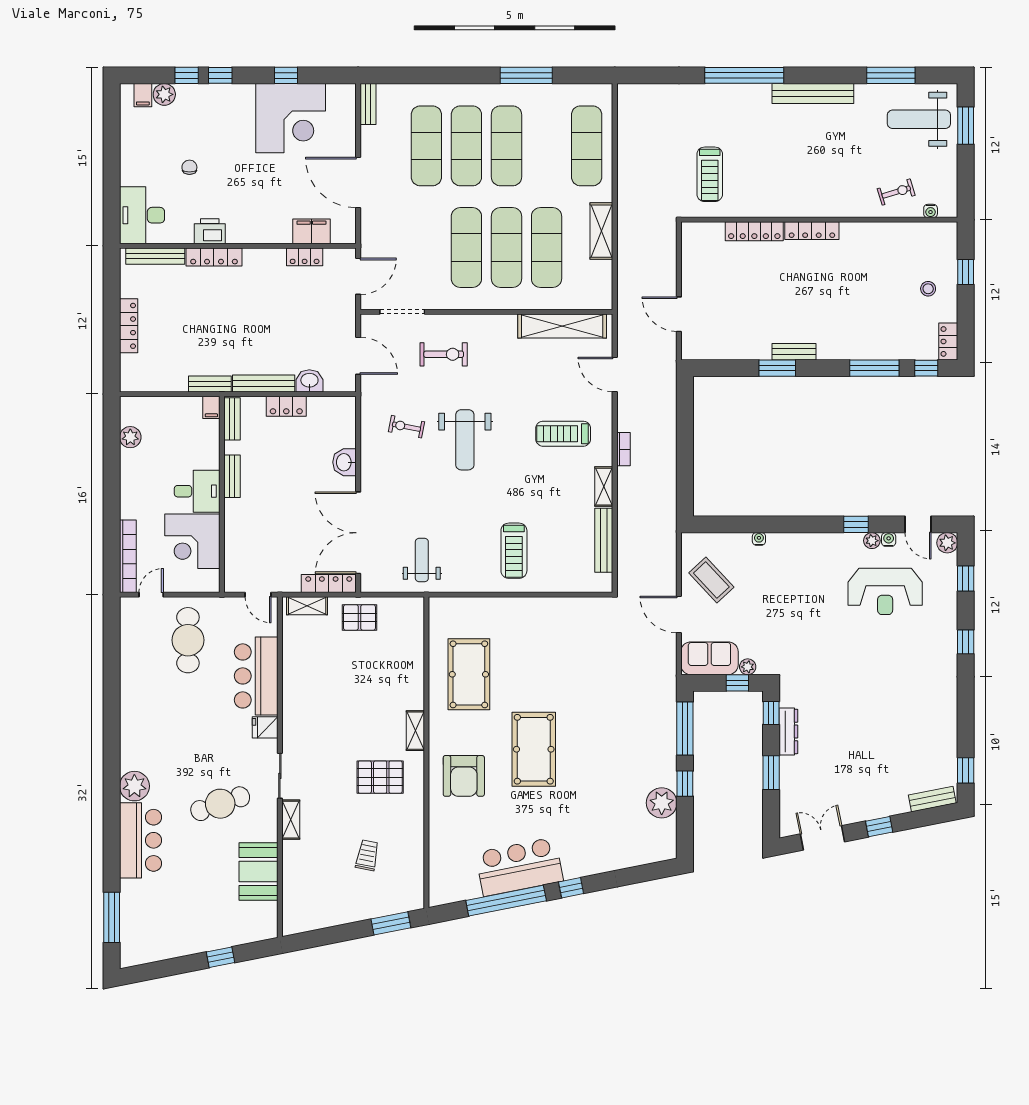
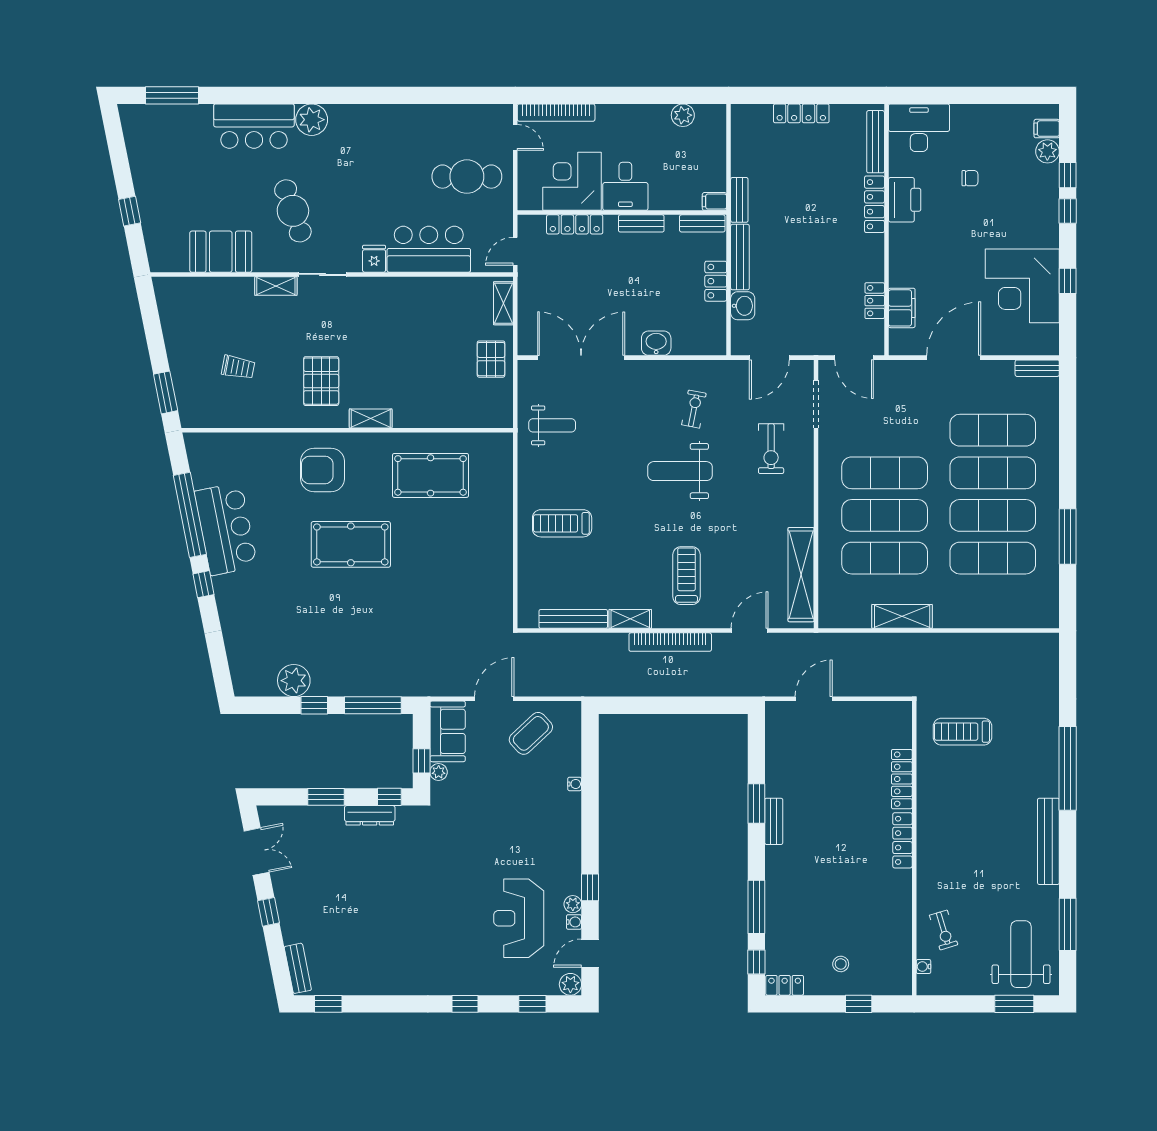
exercise mat: (587, 146) -> (993, 558), moved
printer: (210, 231) -> (905, 200), width x1.37, depth x1.19
bookcase: (623, 449) -> (670, 642), width x2.31, depth x1.31
locker: (329, 584) -> (575, 224), moved, turned 90

